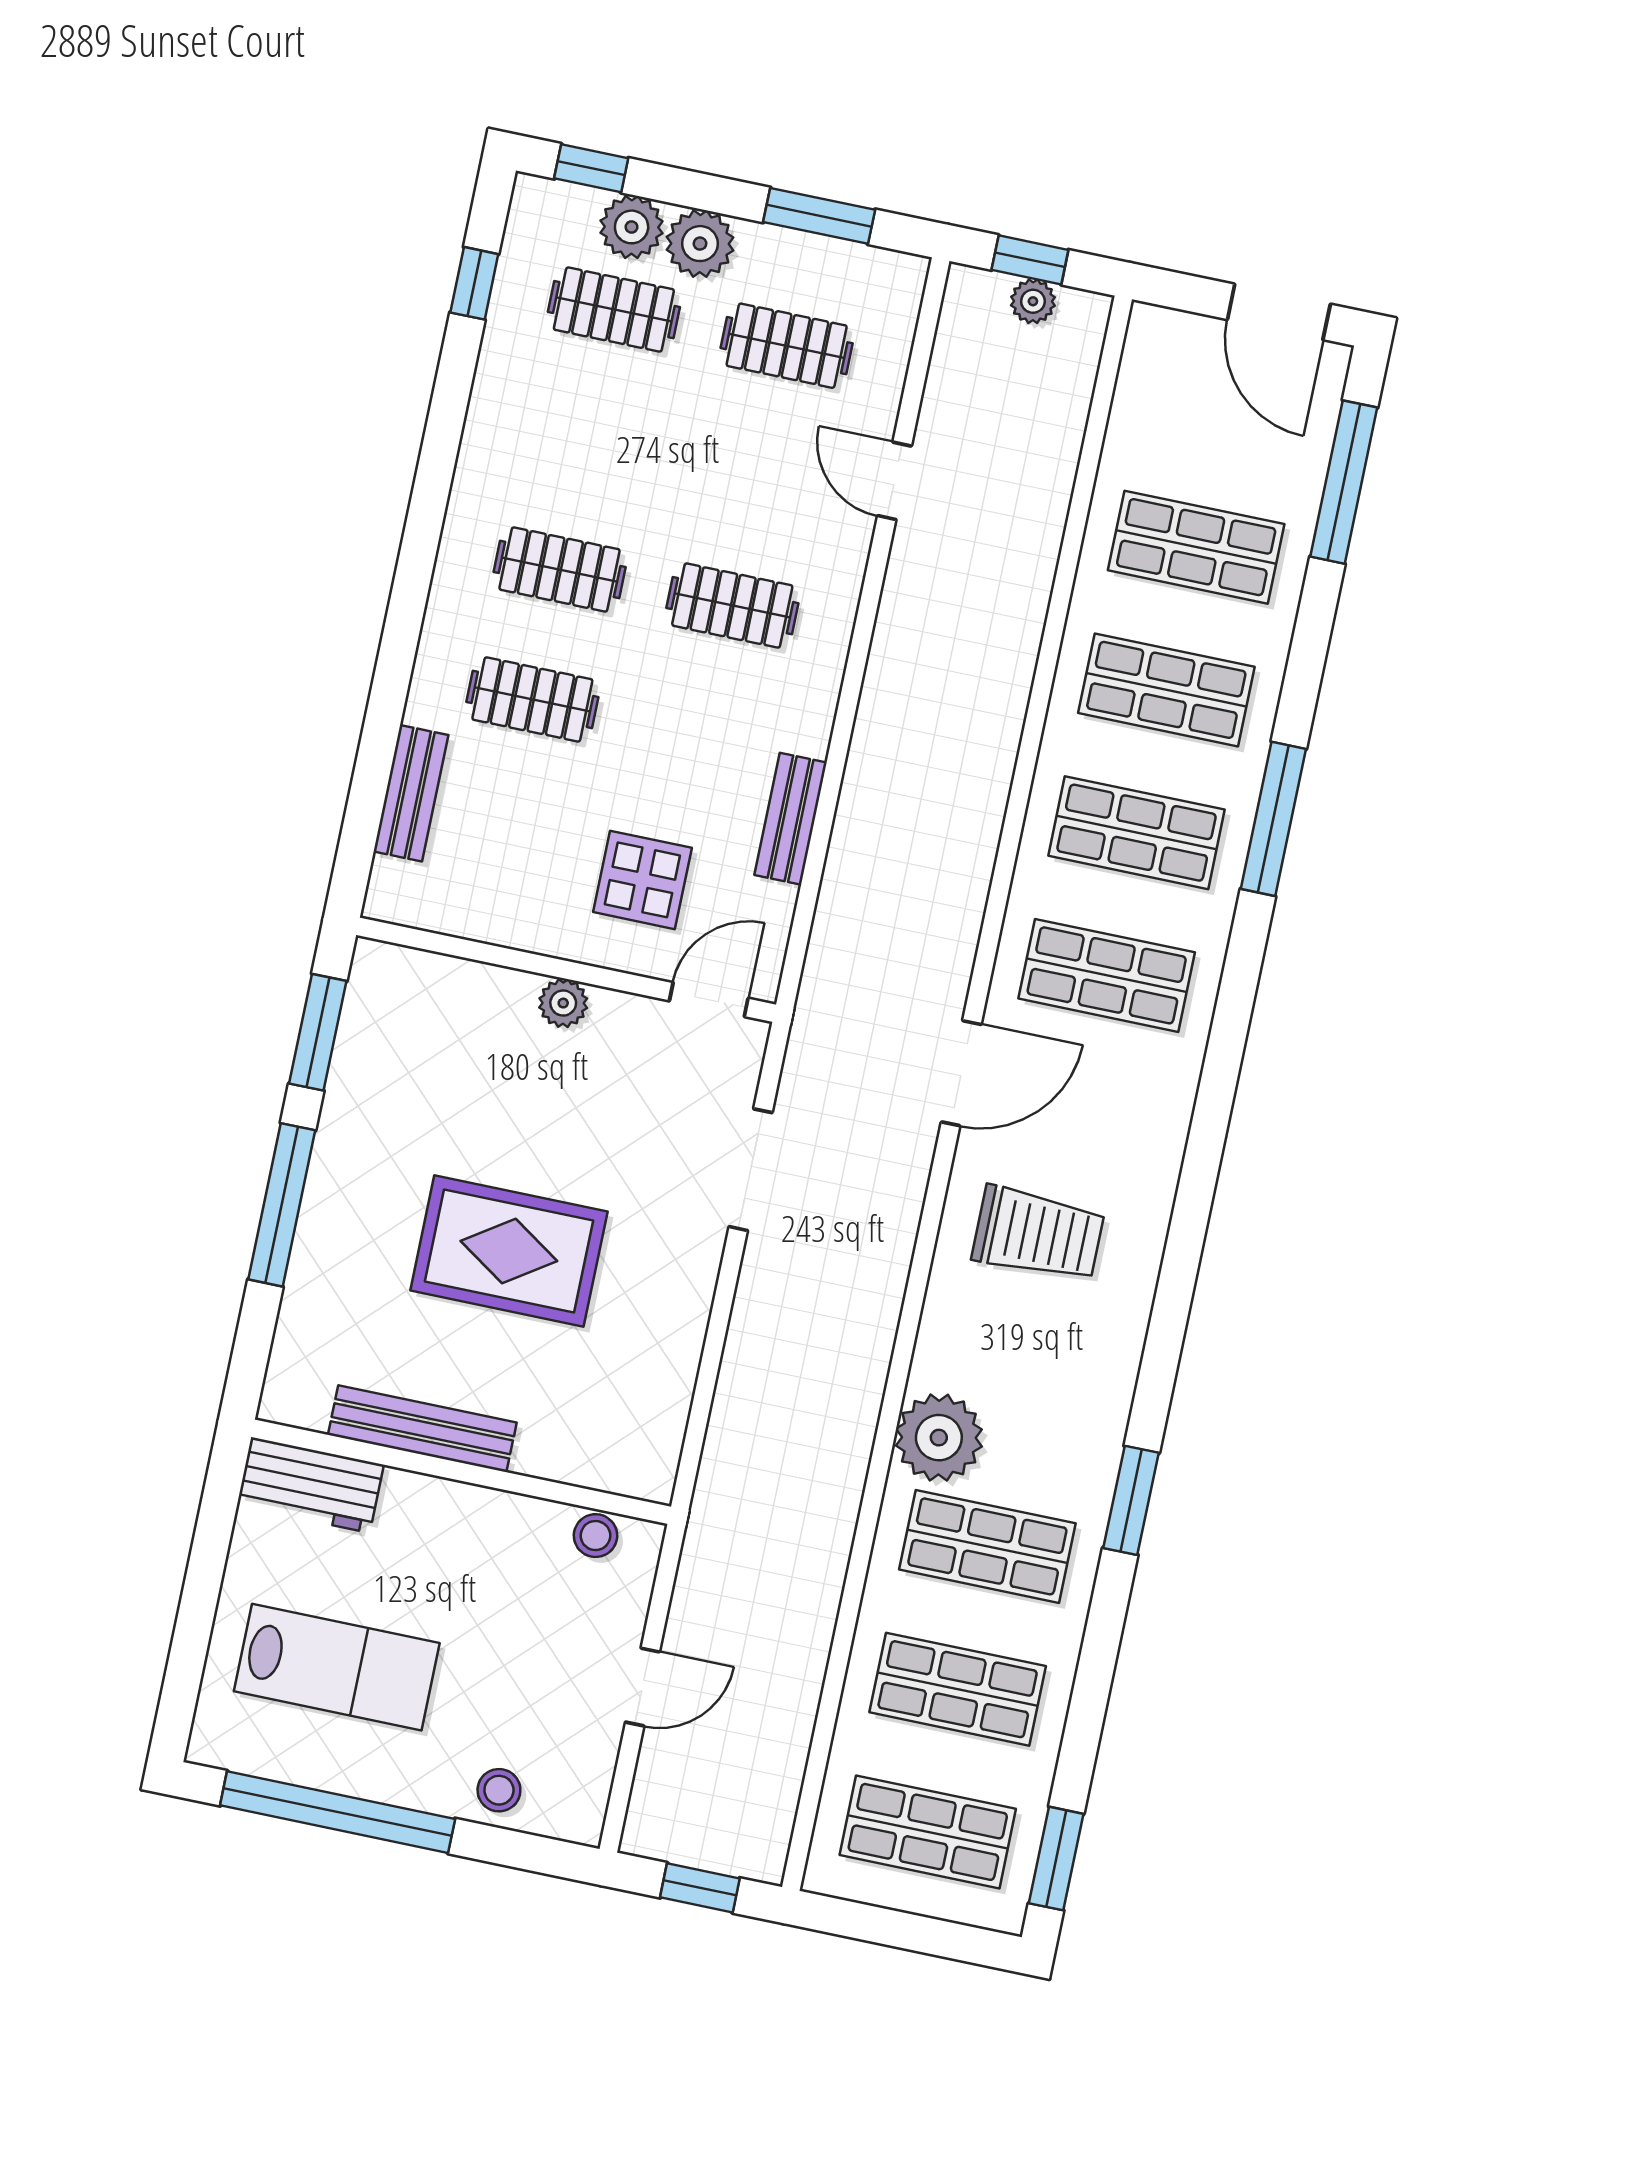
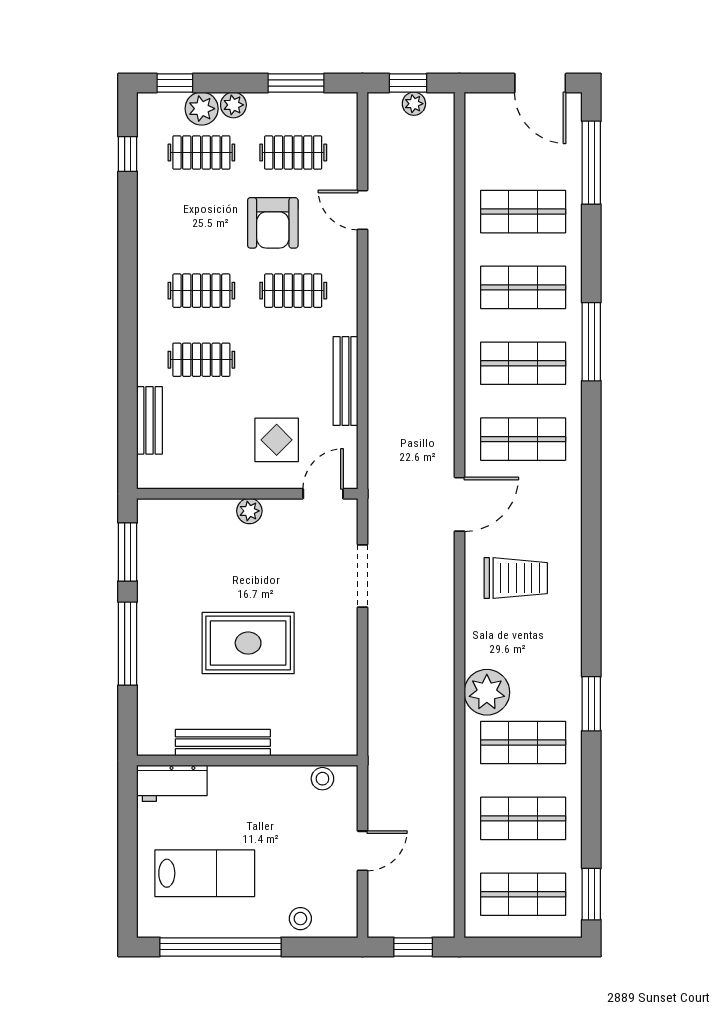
plant: (700, 244) -> (233, 105), width x0.73, depth x0.73
armchair: (721, 470) -> (273, 223), added
bench: (791, 819) -> (345, 381), width x1.36

